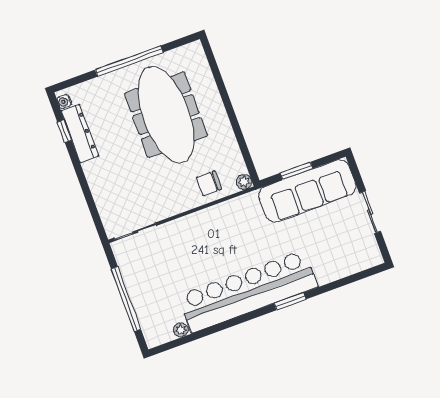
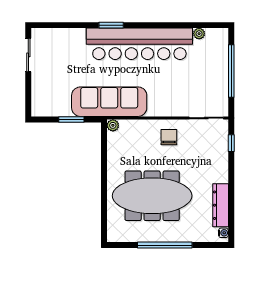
meeting table: (166, 115) -> (152, 196), turned 90
window: (65, 131) -> (231, 143), moved
chair: (209, 183) -> (169, 137), moved, turned -90
sofa: (307, 191) -> (109, 102), moved
sliding door: (370, 212) -> (28, 55), moved

